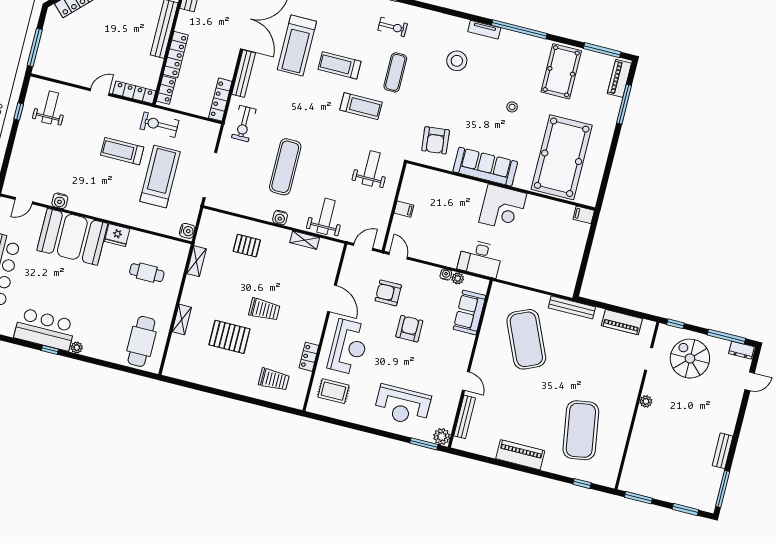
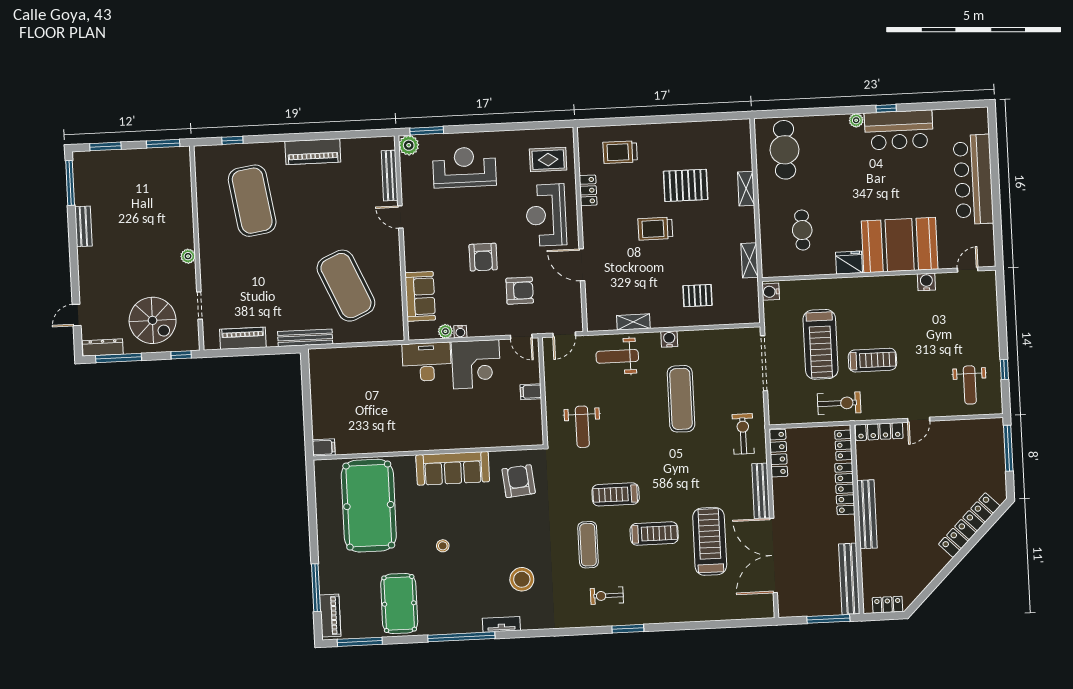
corner desk: (503, 208) -> (476, 364), moved, turned 180
weight bench: (326, 216) -> (617, 356), turned 90
cafe table: (147, 273) -> (802, 230), turned 90
dresser: (741, 350) -> (103, 347), width x1.44

